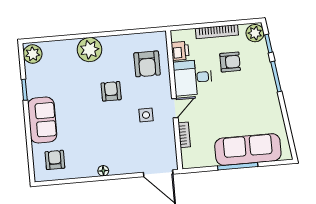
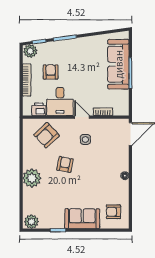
armchair: (147, 64) -> (47, 135), turned 137
armchair: (111, 91) -> (65, 164), turned 101

